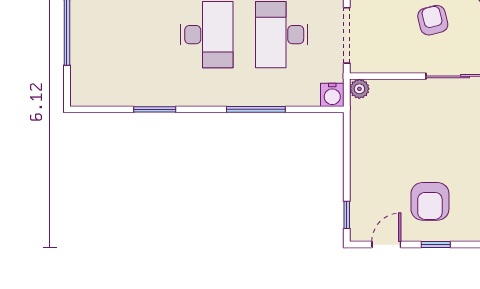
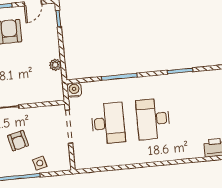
plant: (359, 89) -> (55, 65), moved

